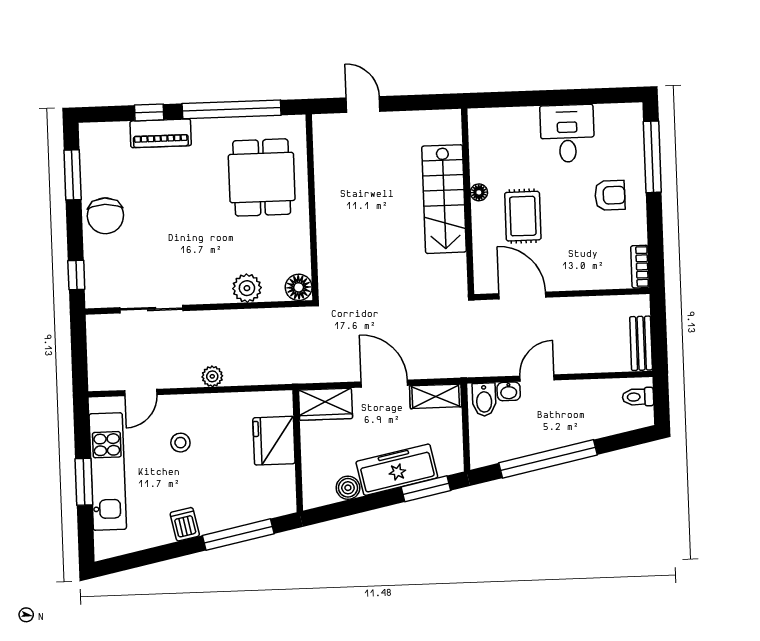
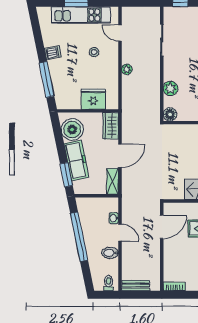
bidet: (484, 400) -> (110, 253), moved
boiler: (348, 488) -> (72, 130), width x1.86, depth x1.86

